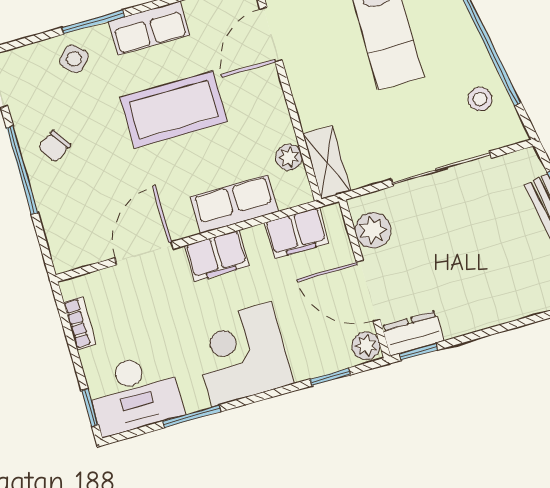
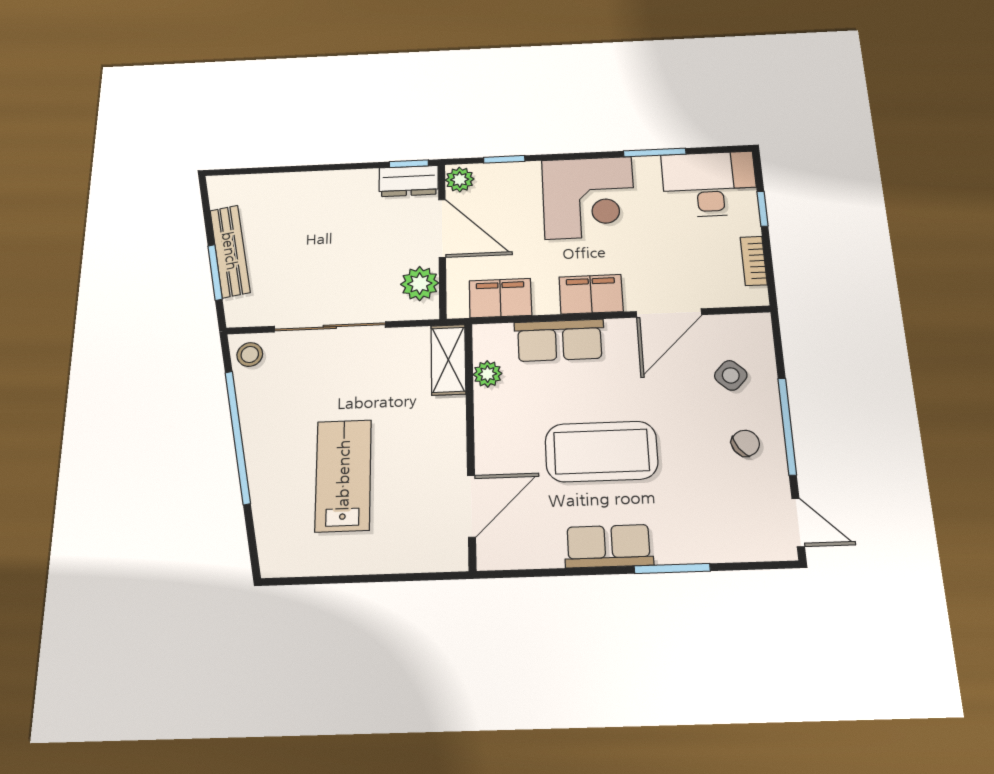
side table: (74, 59) -> (731, 375), moved
stool: (480, 99) -> (250, 354), moved
window: (90, 408) -> (762, 209), moved

